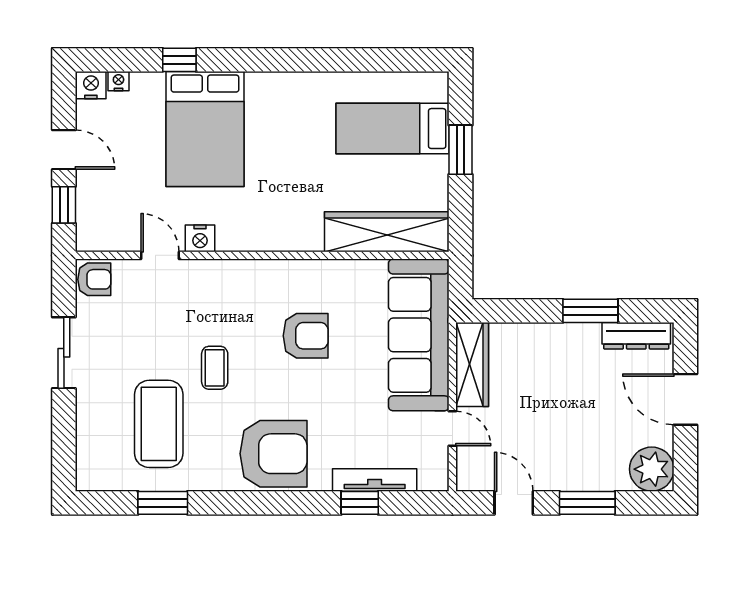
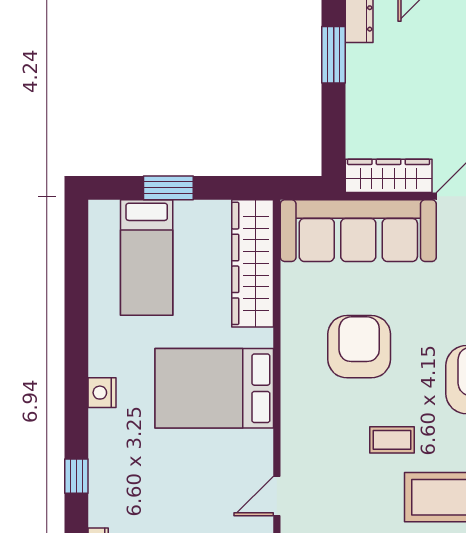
bed: (205, 129) -> (214, 388), moved, turned 180
nightstand: (200, 238) -> (102, 393), moved, turned 180
armchair: (306, 336) -> (359, 347), width x1.36, depth x1.36

